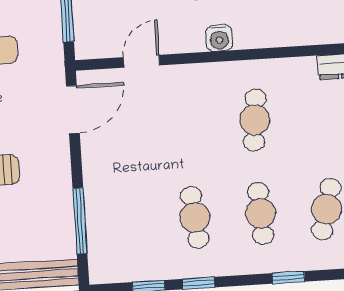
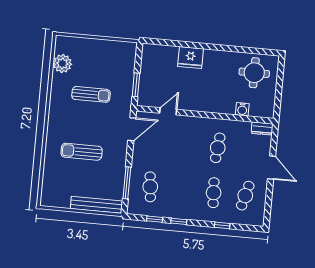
water cooler: (219, 38) -> (242, 109), moved
cafe table: (195, 217) -> (150, 187), moved

